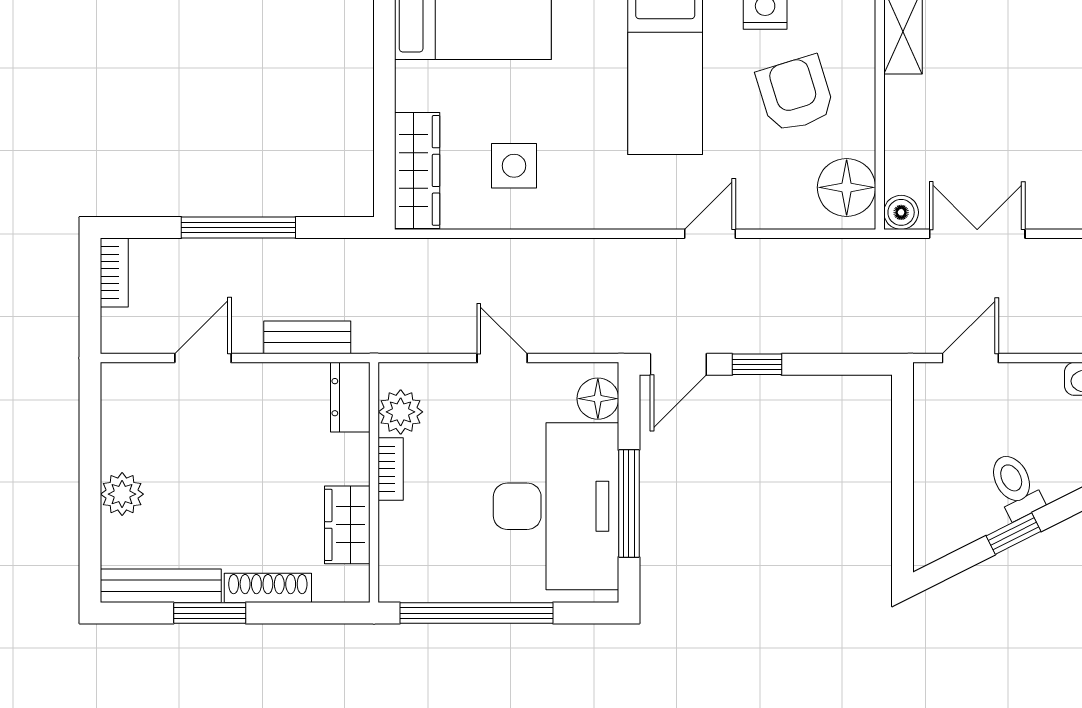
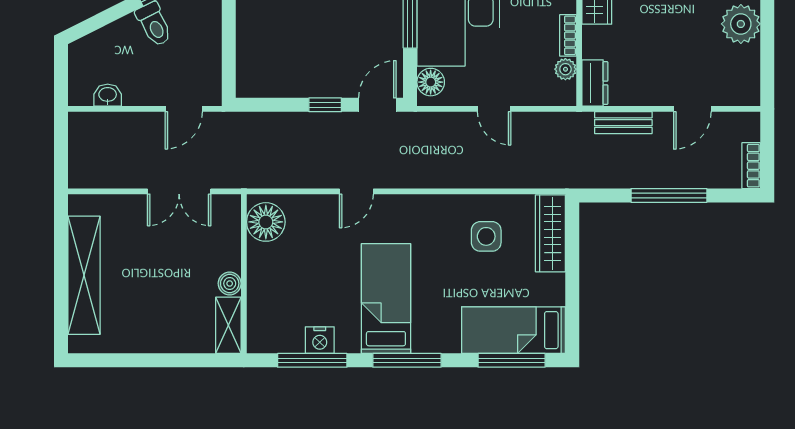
armchair: (795, 94) -> (300, 284), removed
boiler: (901, 212) -> (230, 283), moved
plant: (401, 412) -> (565, 69), width x0.73, depth x0.73
plant: (122, 494) -> (741, 24), width x1.36, depth x1.36

